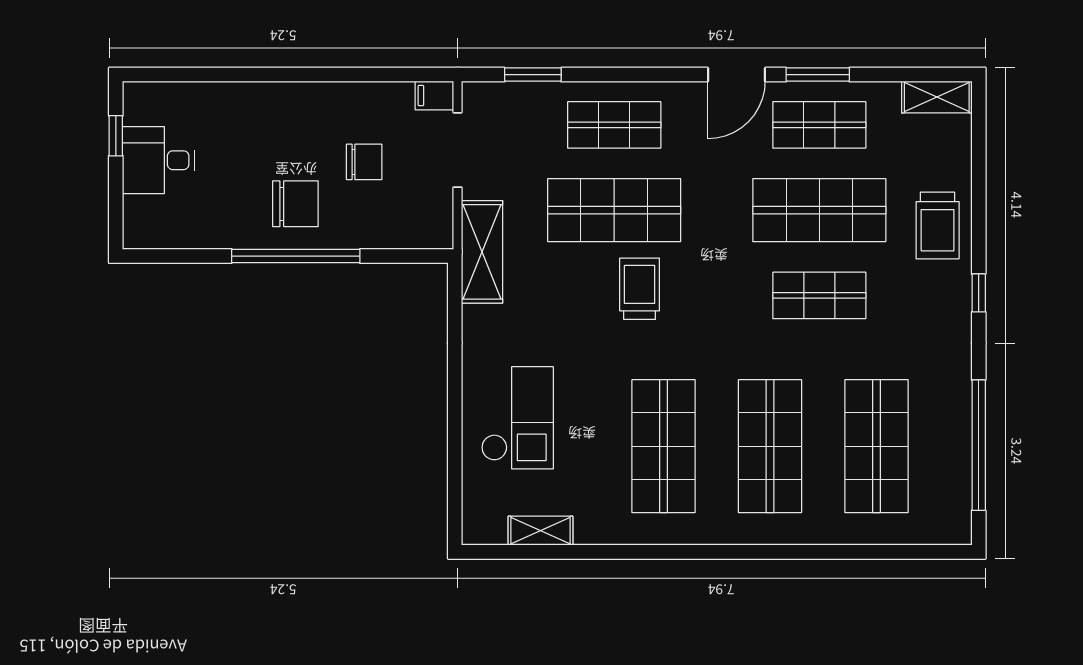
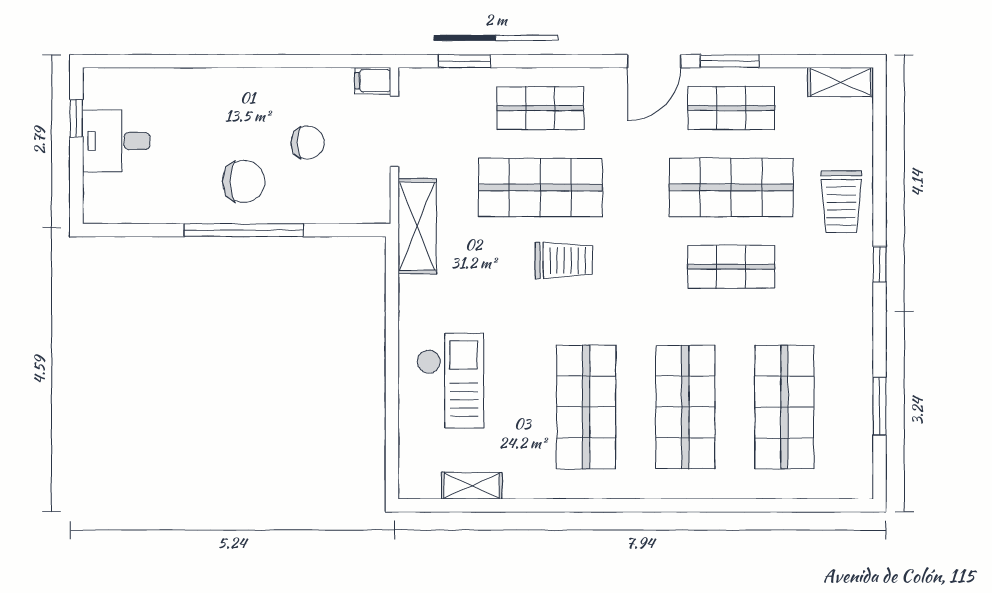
trolley: (640, 289) -> (564, 261), turned 90
window: (979, 445) -> (879, 406), width x0.47

